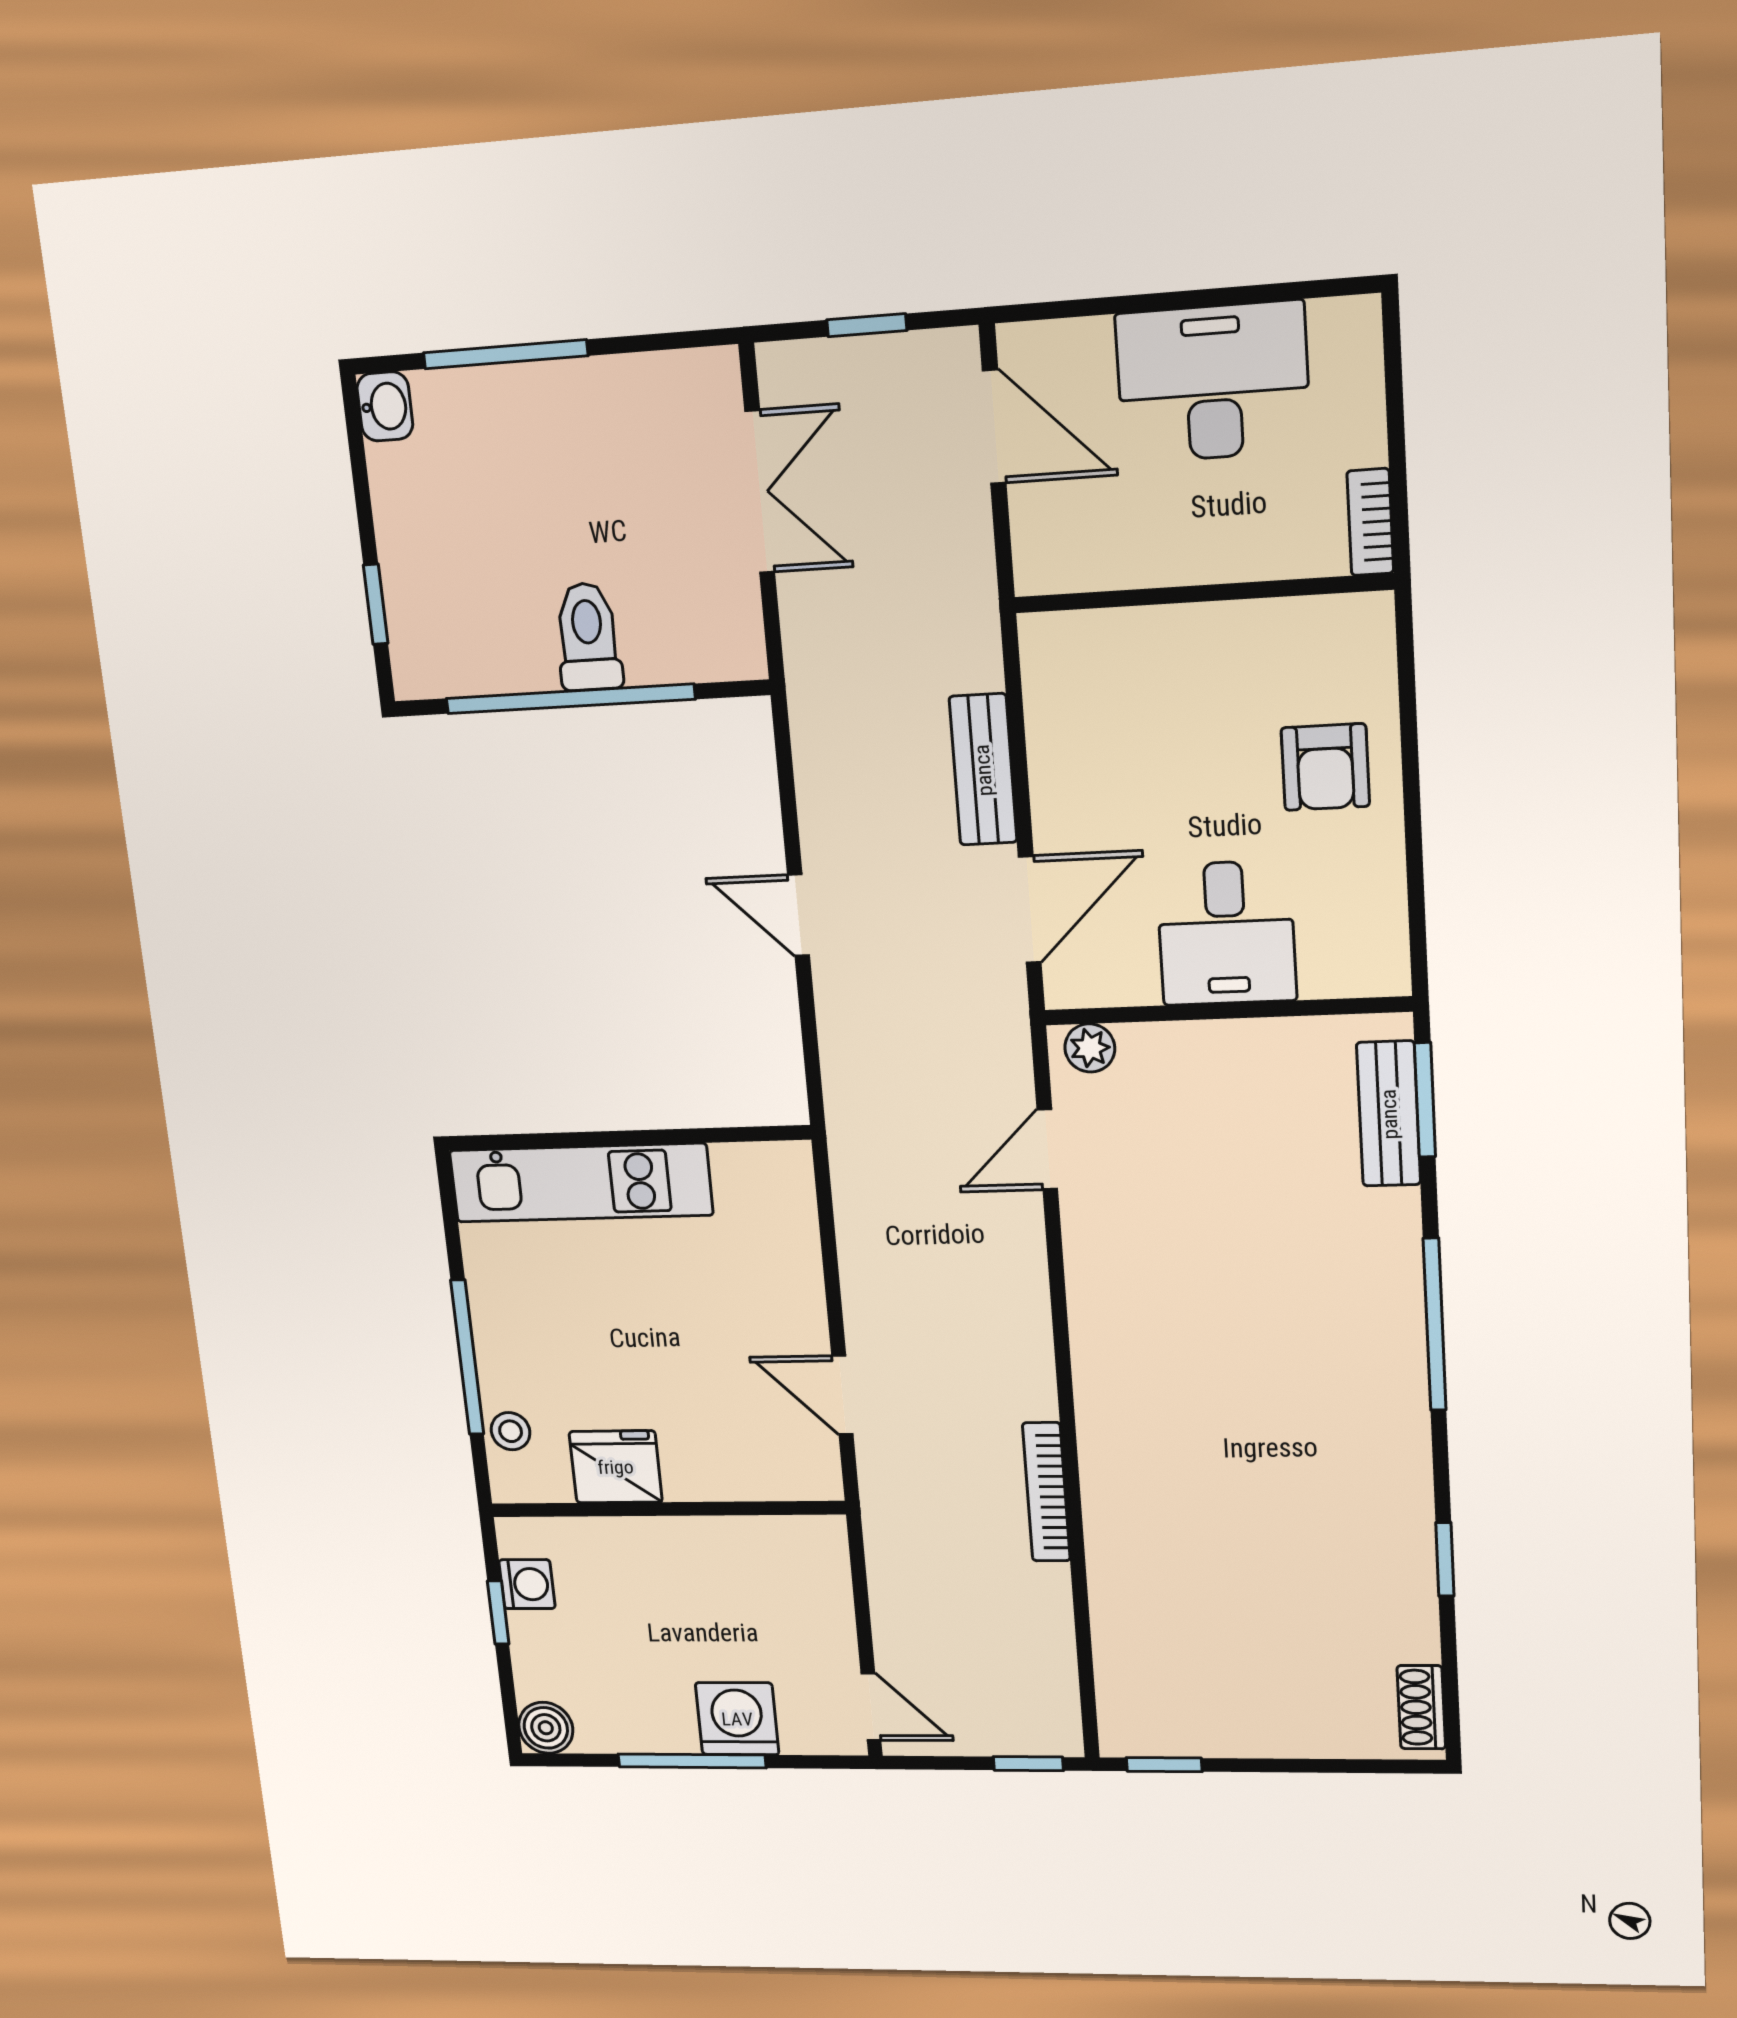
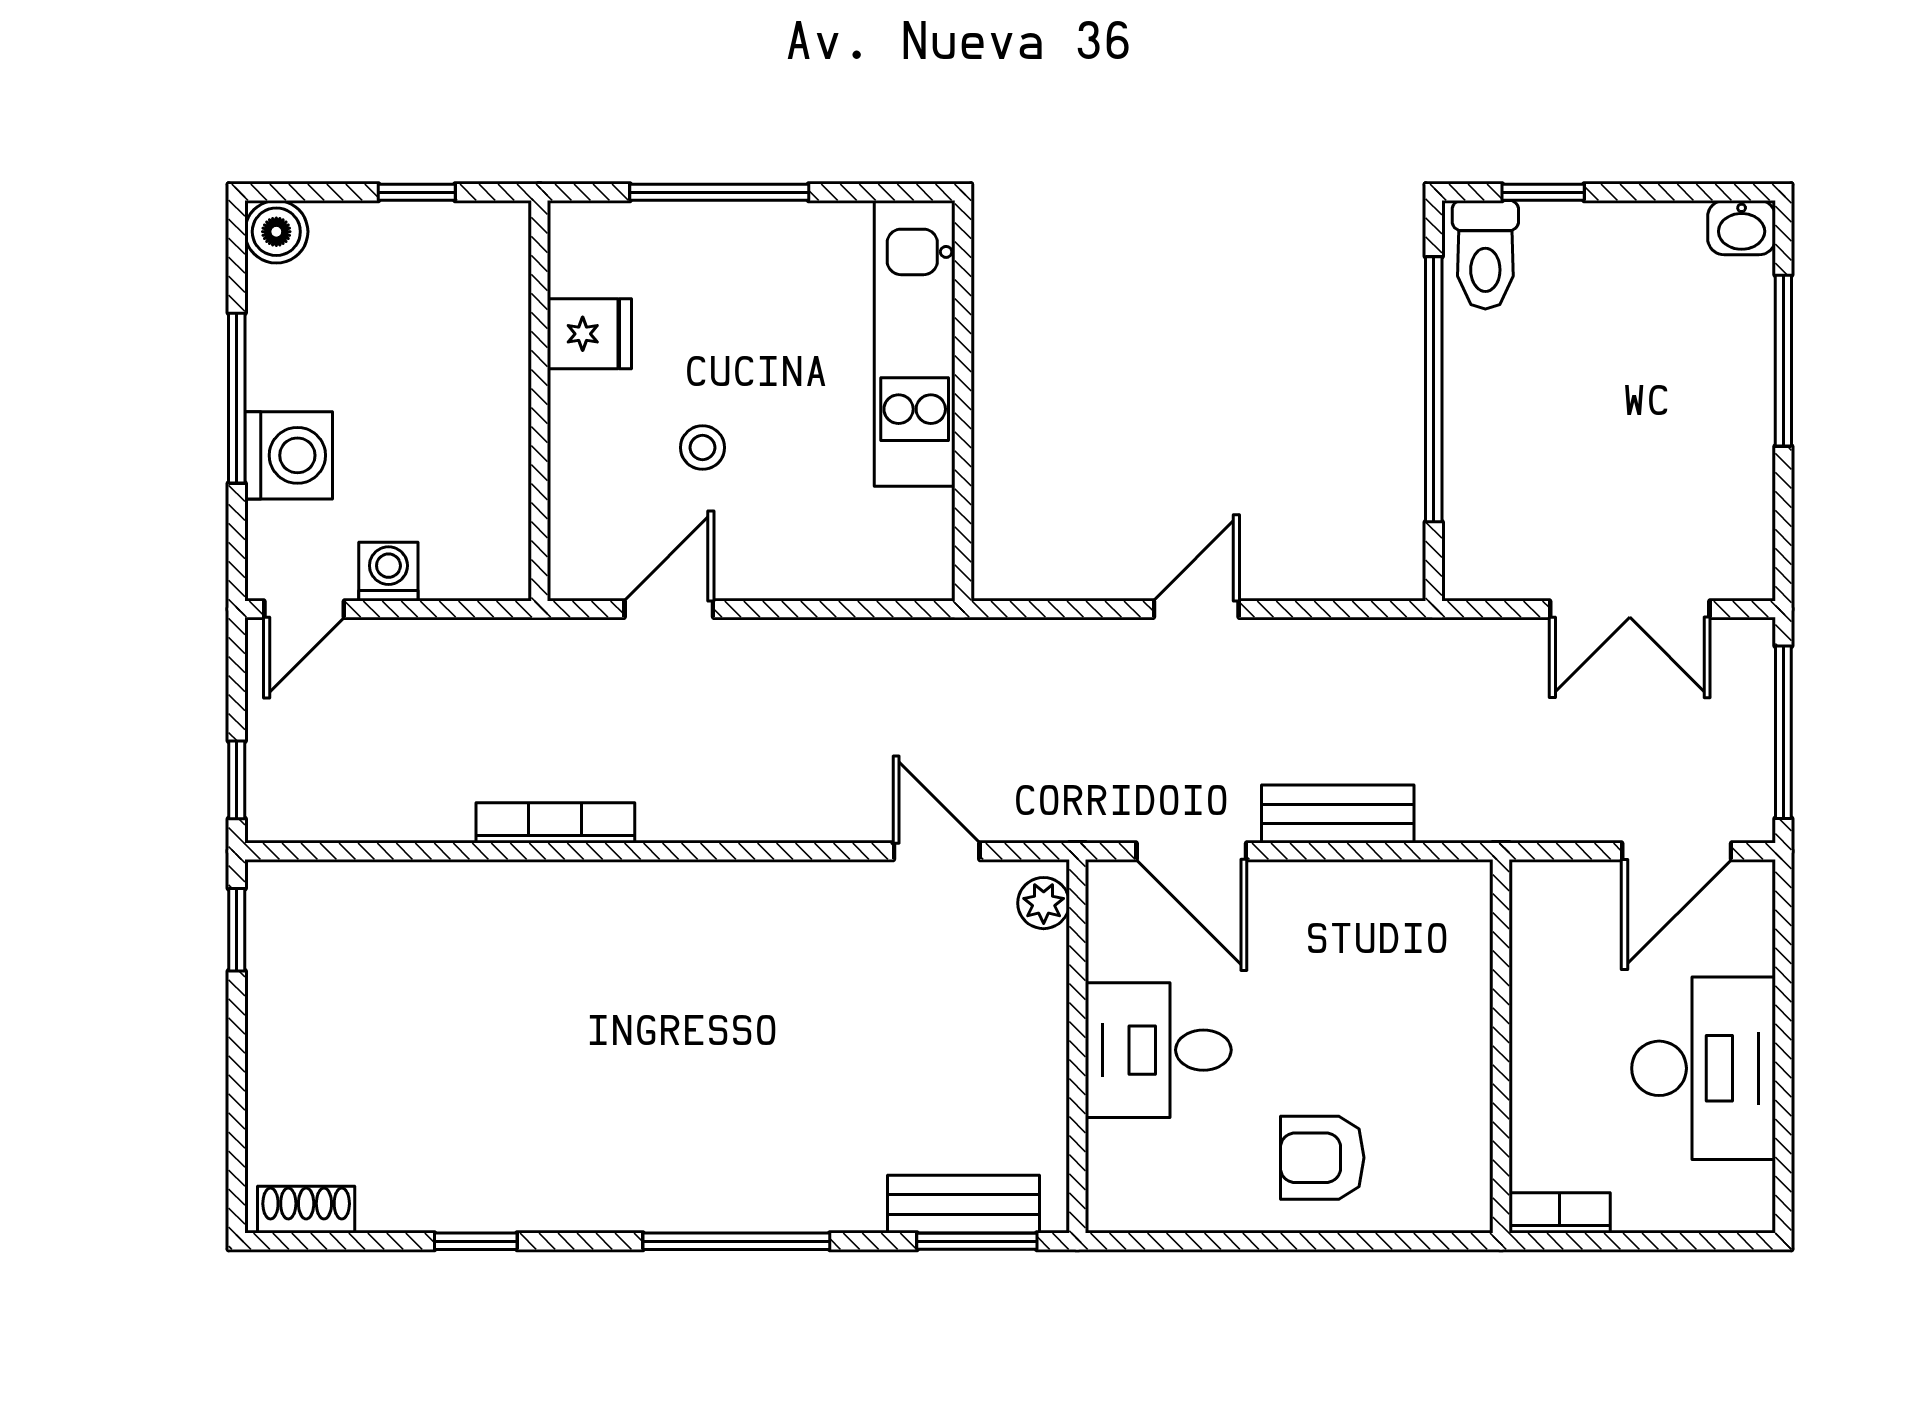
window: (867, 325) -> (1783, 732), width x2.17
toilet: (588, 637) -> (1485, 255), moved, turned 90
stool: (511, 1431) -> (703, 448), moved
fridge: (616, 1467) -> (589, 334), width x0.72
washing machine: (527, 1584) -> (388, 572), moved, turned 180

